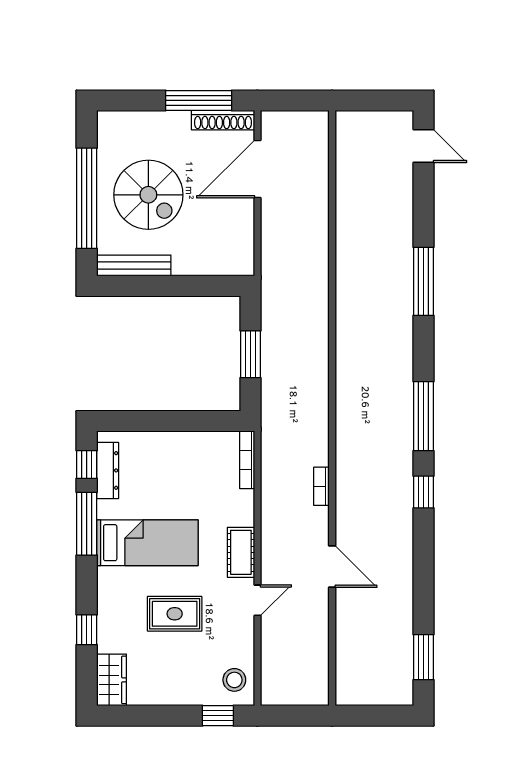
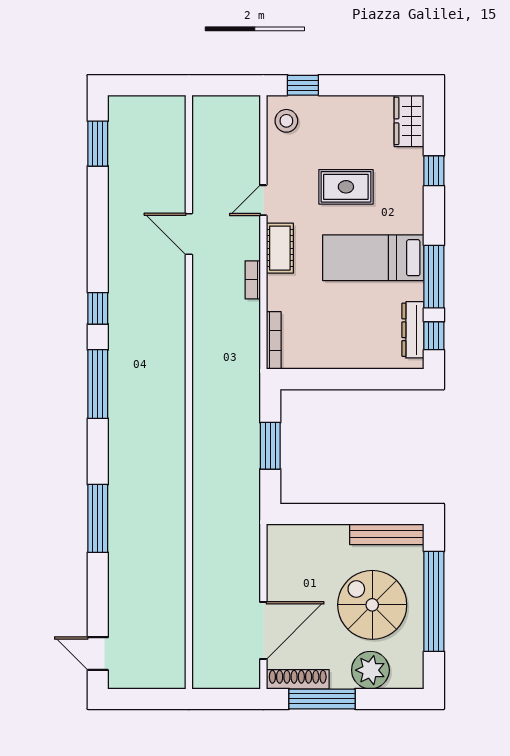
plant: (150, 129) -> (370, 670), added
bookcase: (321, 486) -> (253, 280), moved, turned 180

